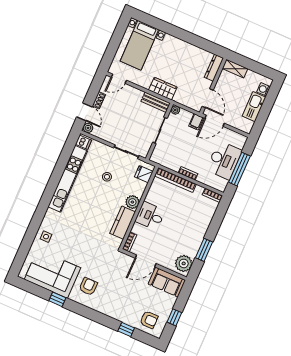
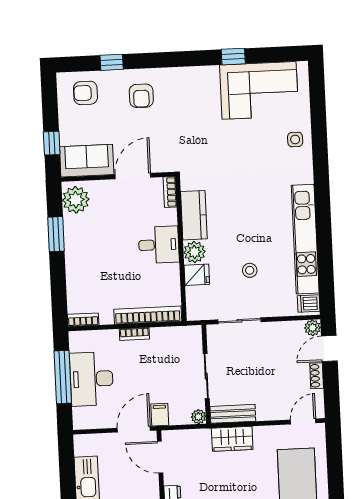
door: (84, 112) -> (329, 348), hinge flipped
fridge: (144, 174) -> (197, 275), moved
armchair: (88, 286) -> (141, 96), moved
window: (174, 317) -> (52, 143), moved

